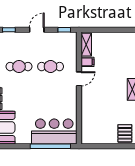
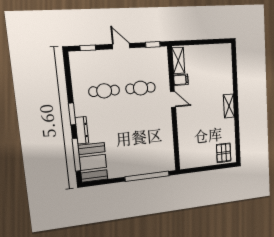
door: (37, 30) -> (121, 46), hinge flipped
door: (79, 79) -> (173, 99), hinge flipped
bar counter: (54, 131) -> (150, 160), removed

